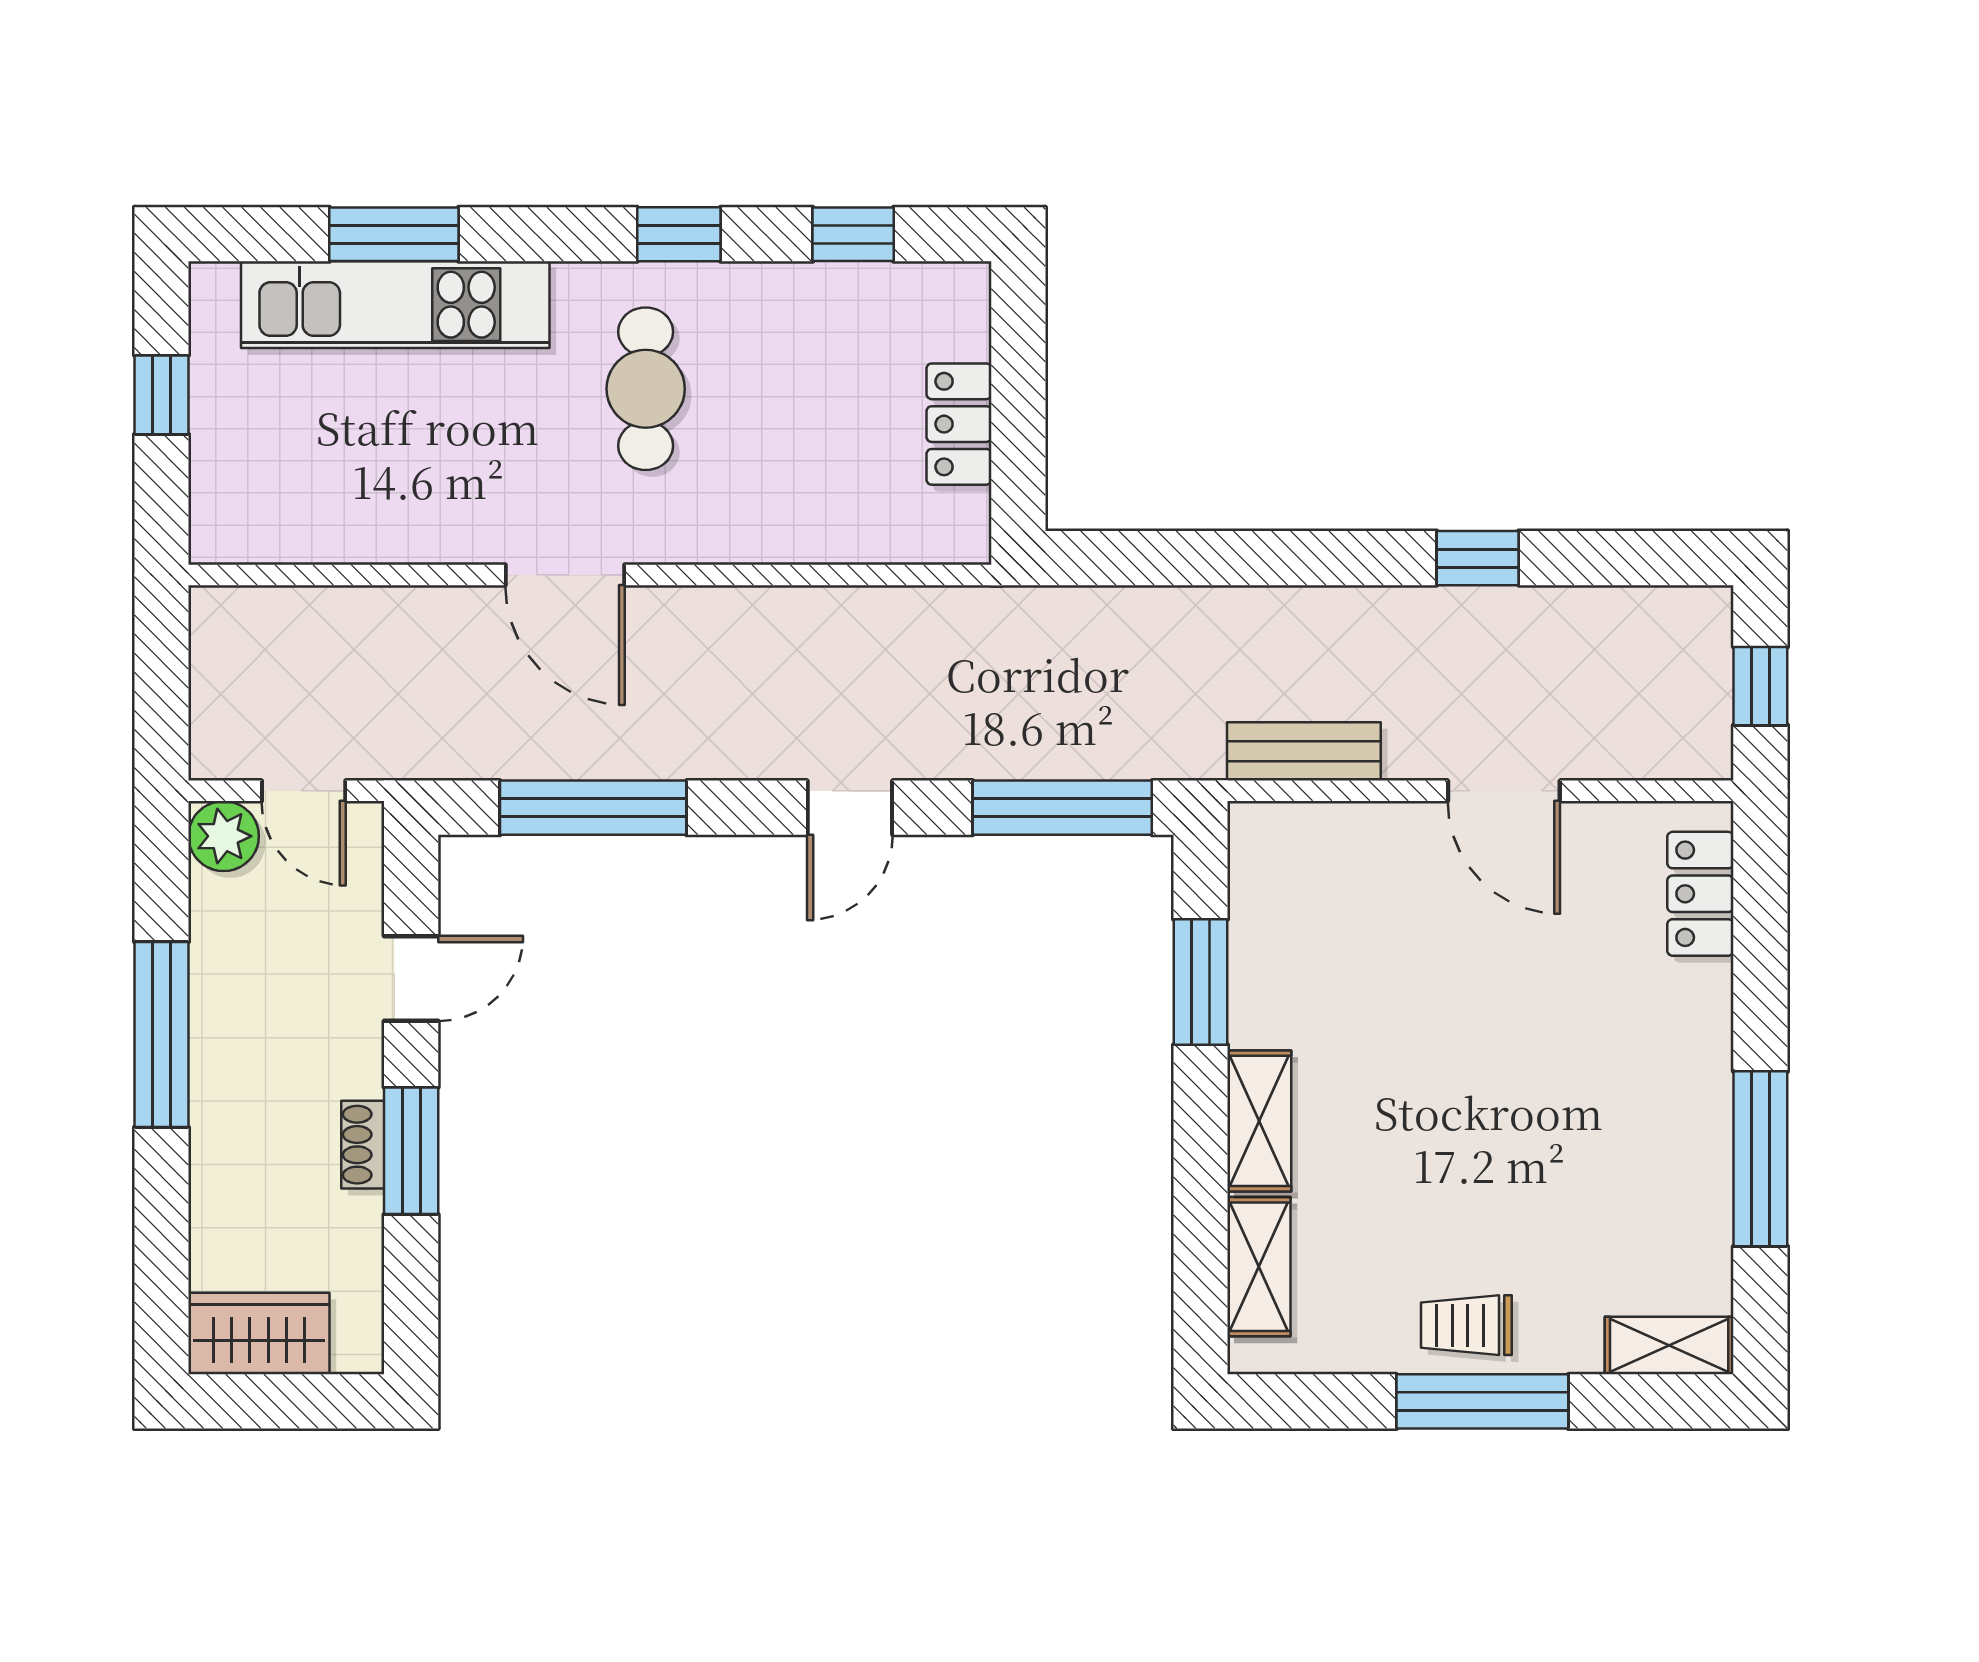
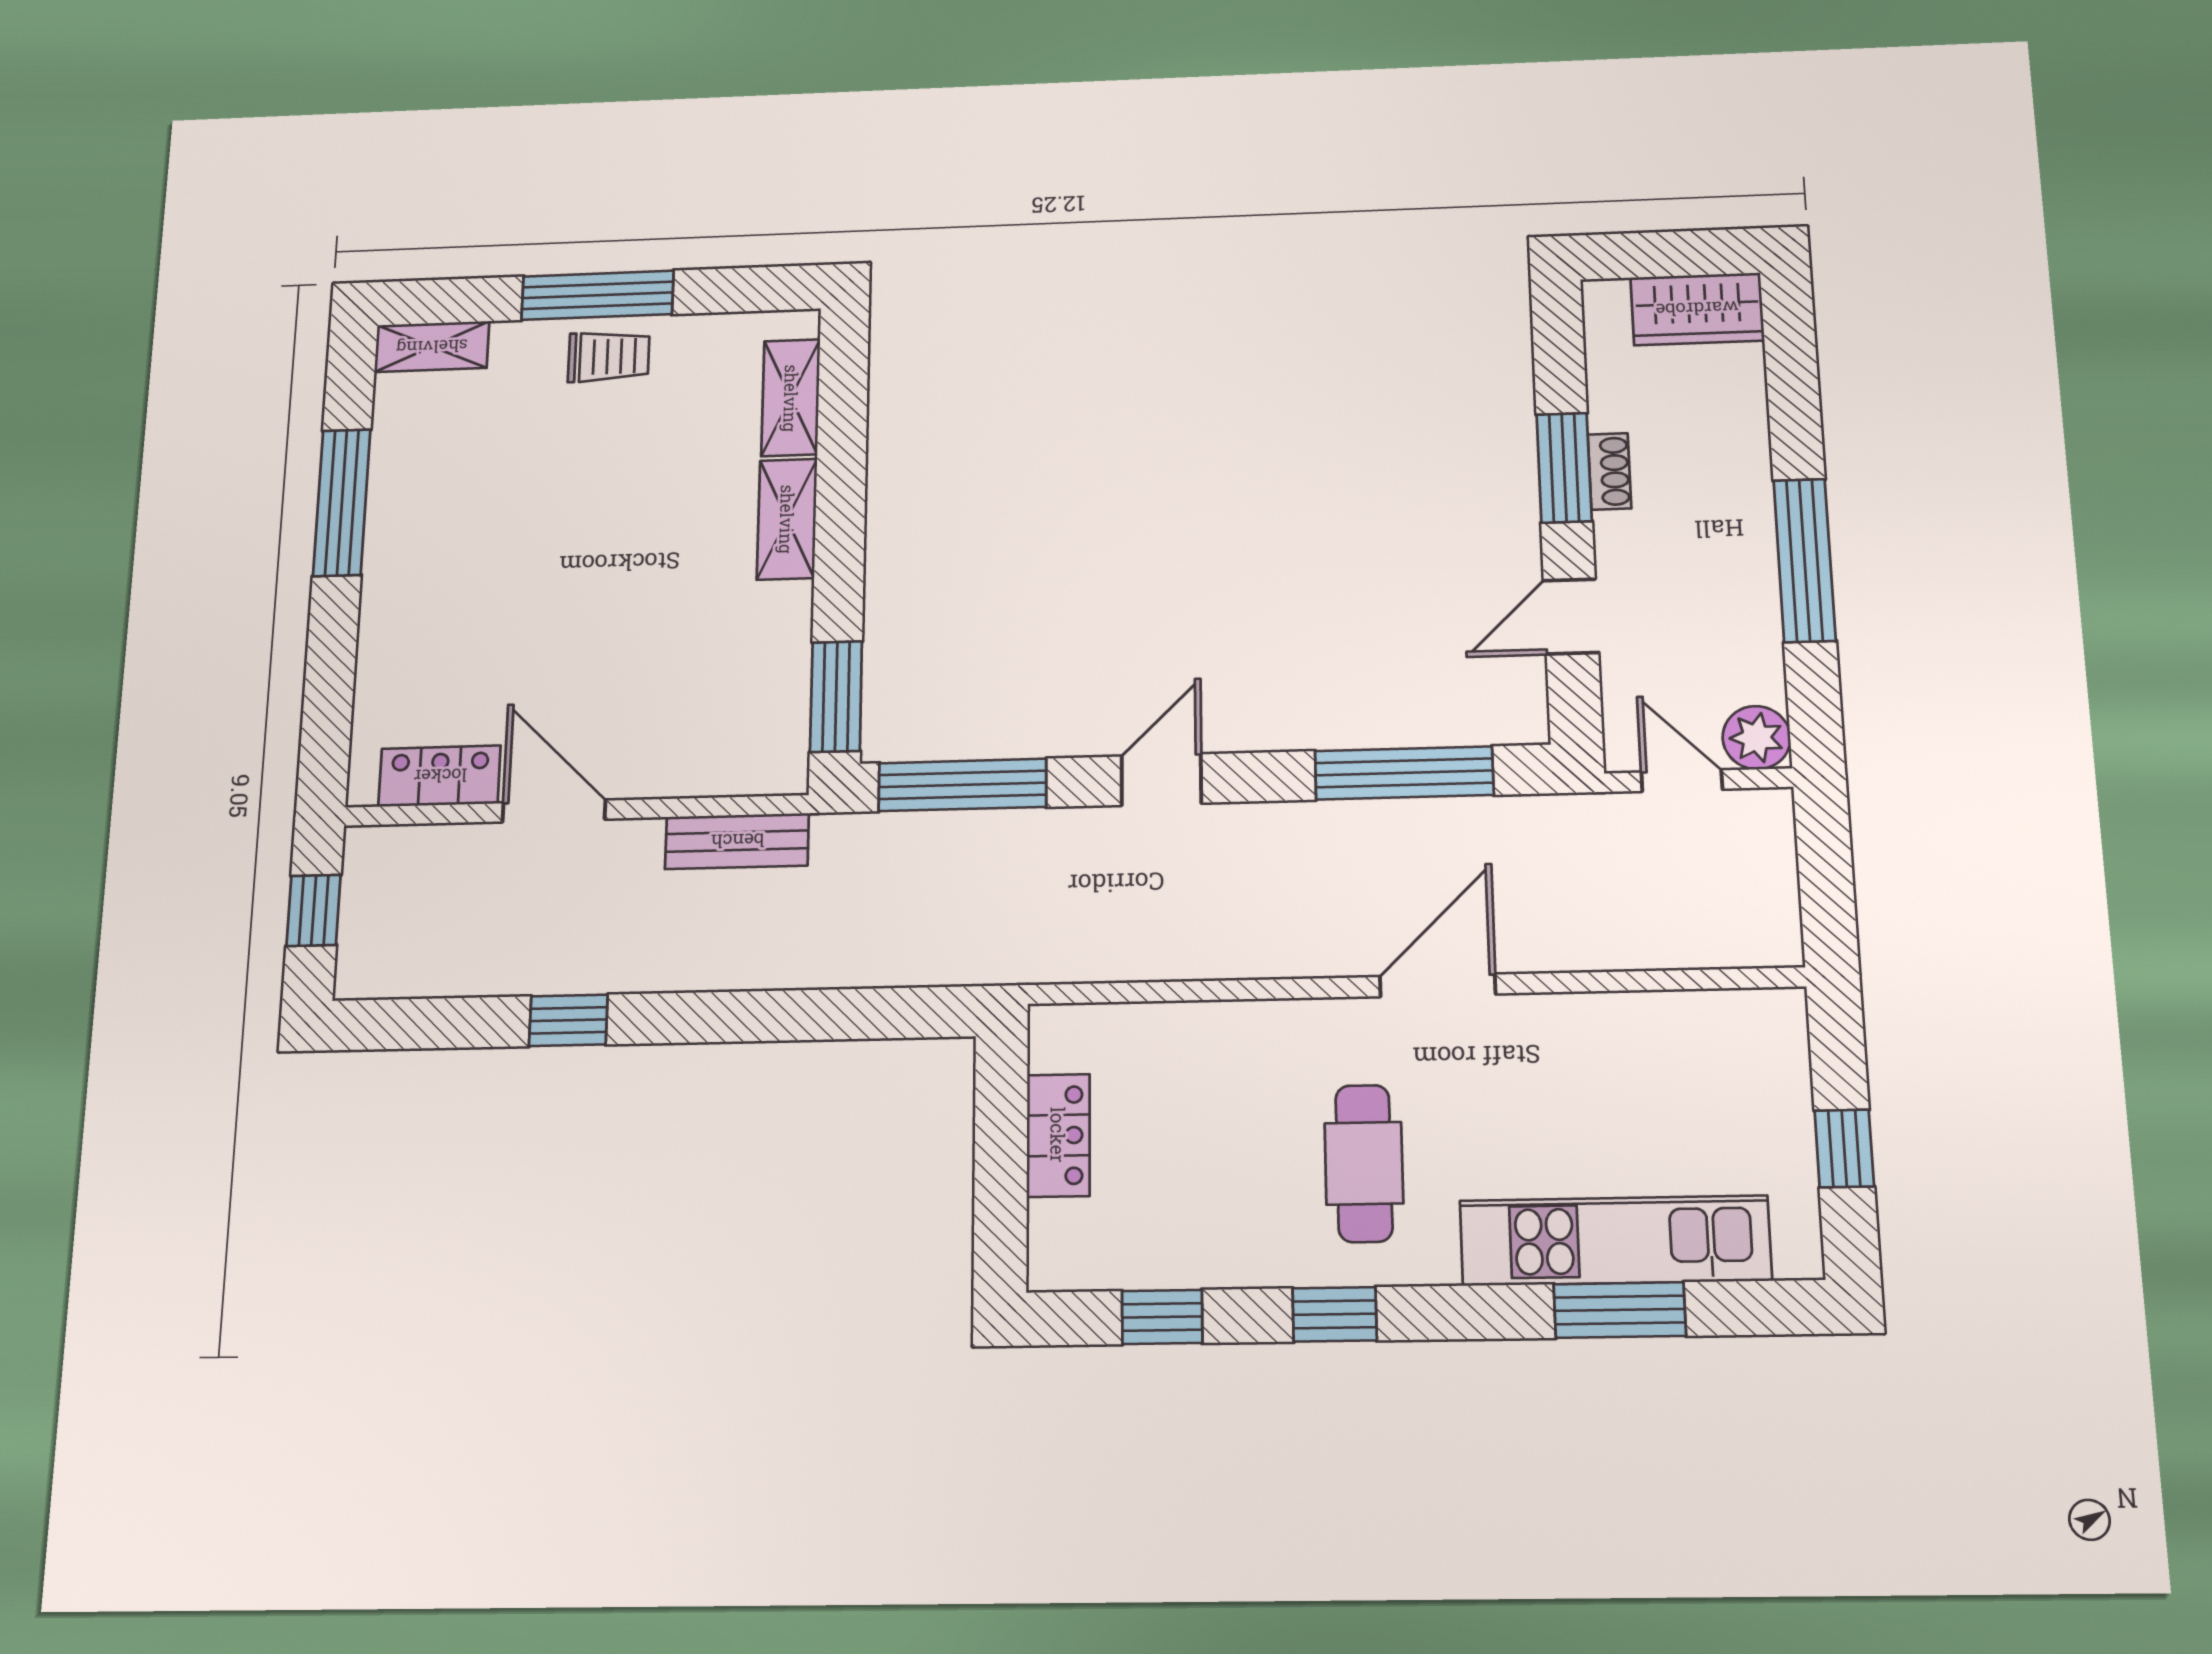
door: (565, 575) -> (1438, 985), hinge flipped
locker: (1700, 894) -> (440, 776), moved, turned -90
window: (1201, 982) -> (836, 697), moved

